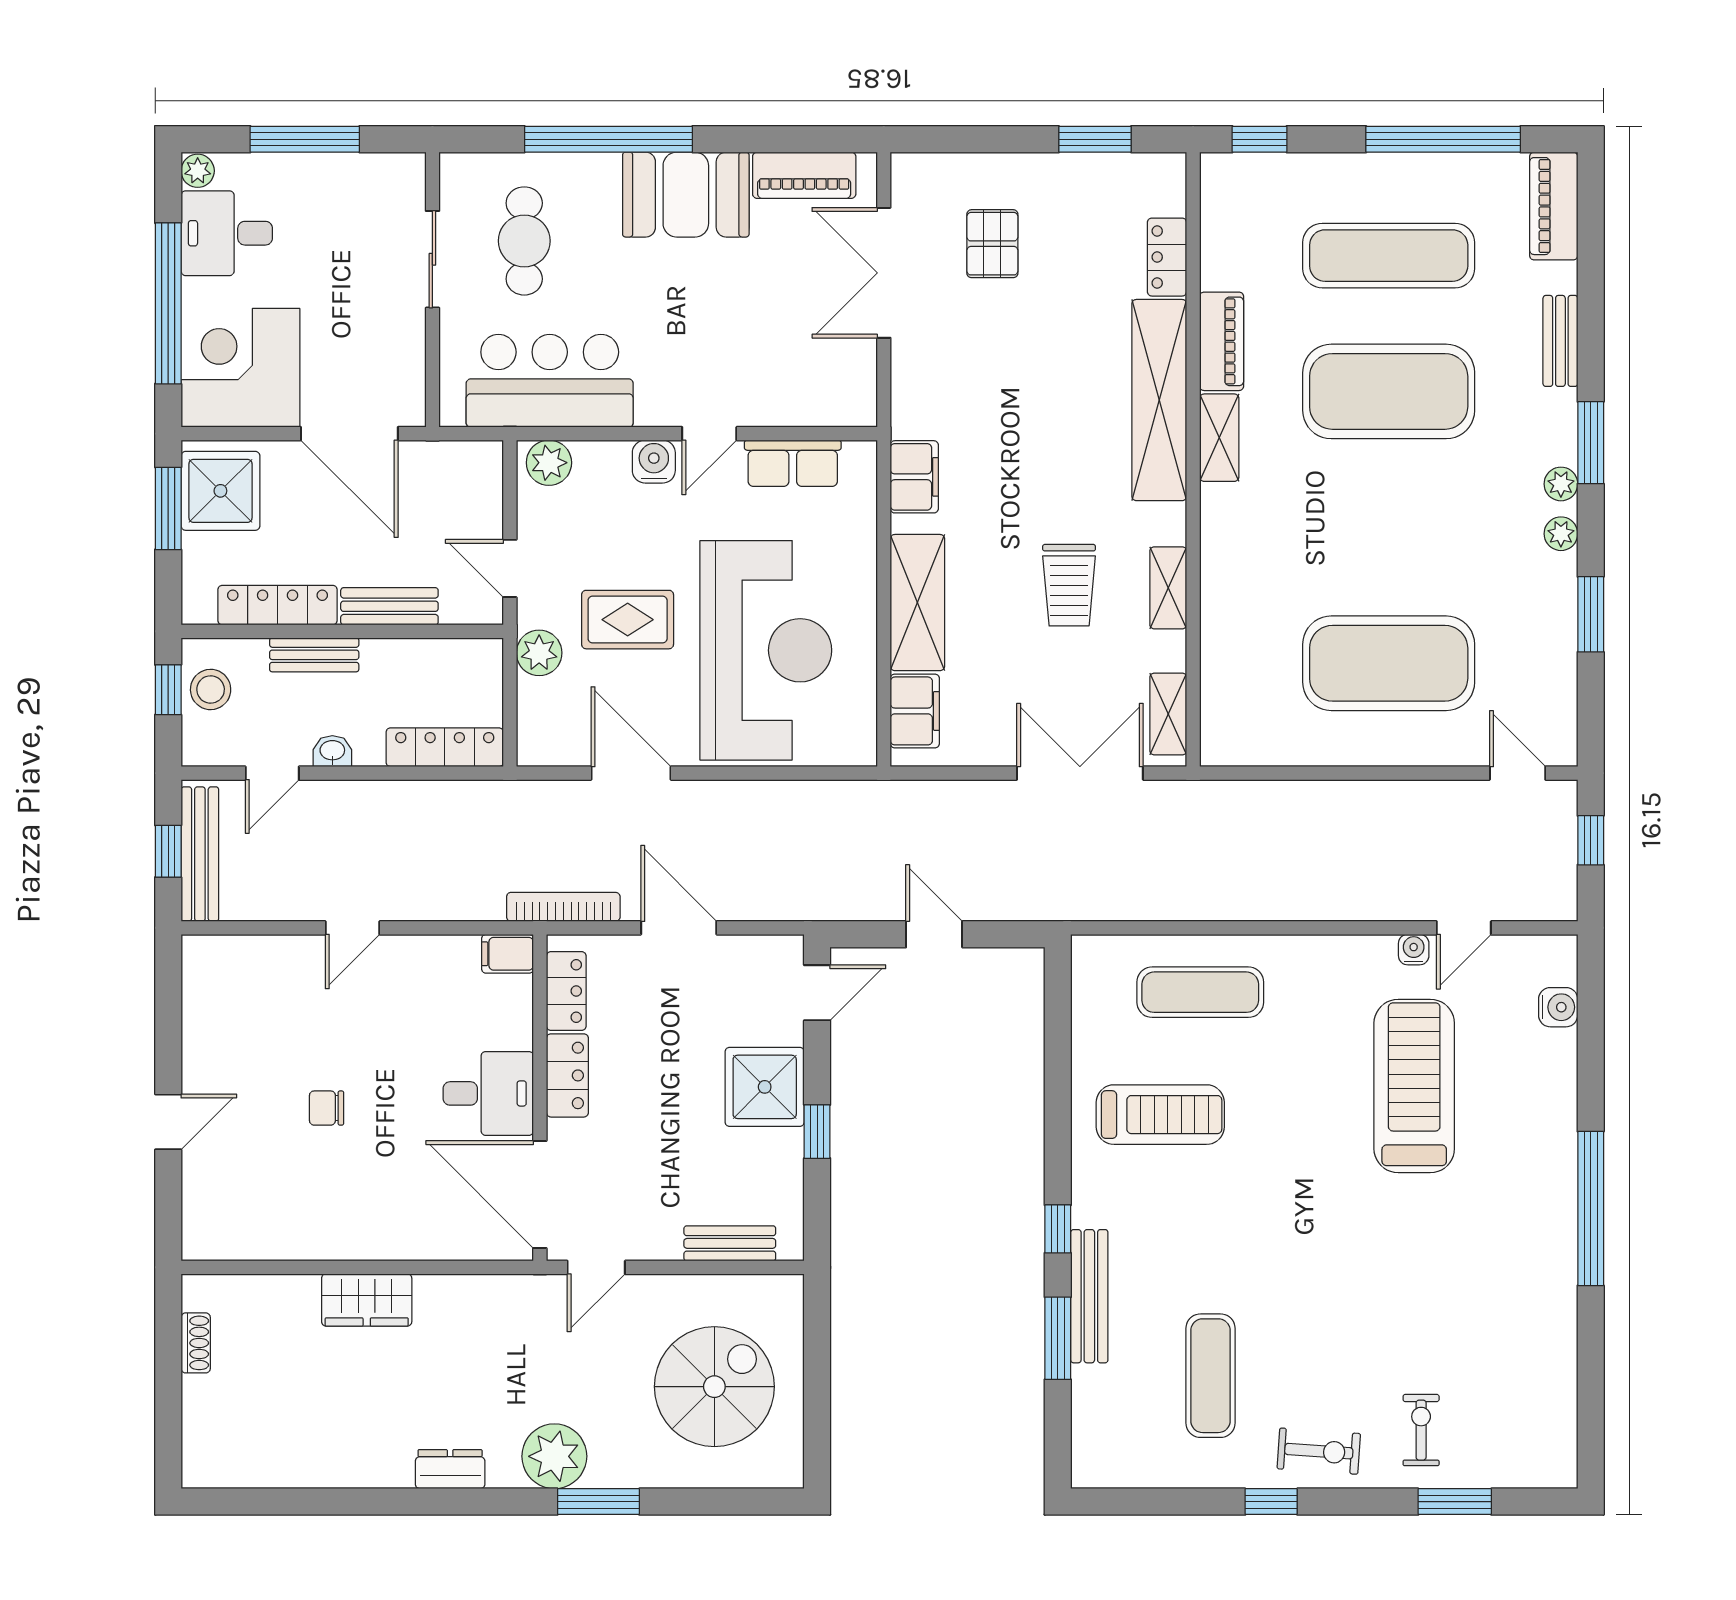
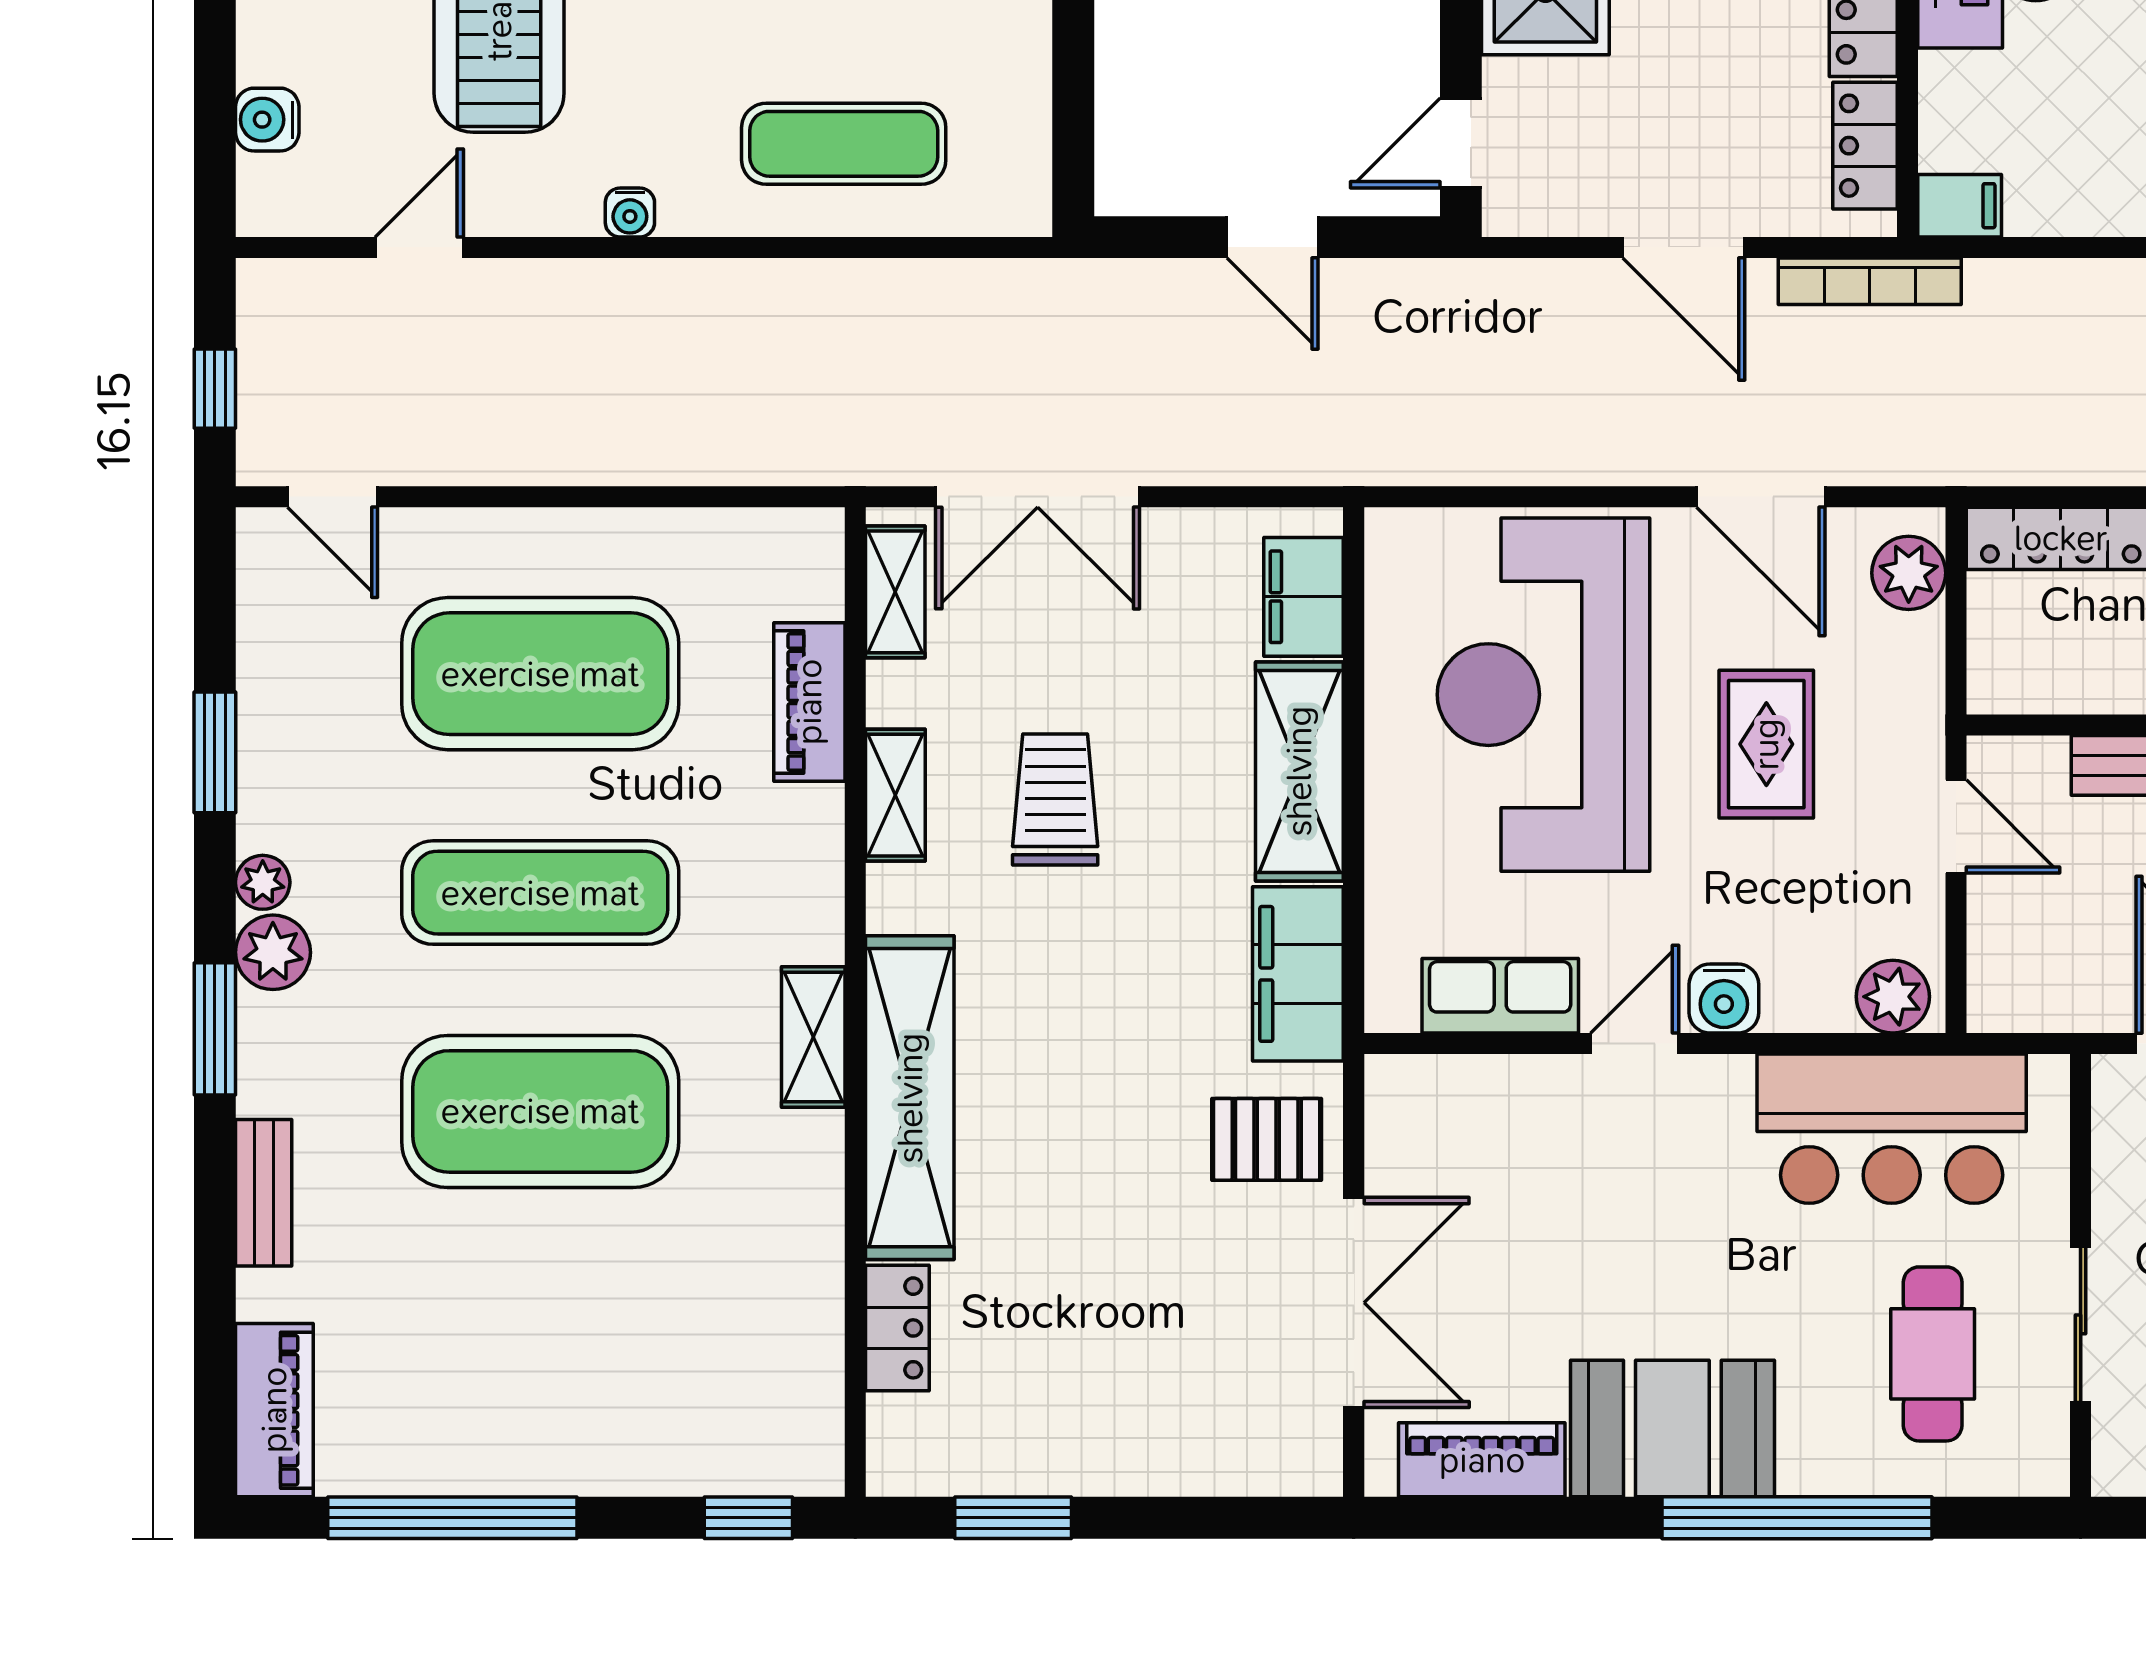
pallet: (992, 244) -> (1267, 1139), moved, turned 90
exercise mat: (1389, 256) -> (540, 893), moved
piano: (1222, 341) -> (809, 702), moved
filing cabinet: (914, 477) -> (1298, 974), width x1.50, depth x1.17
plant: (1561, 484) -> (273, 952), width x1.38, depth x1.38
rug: (628, 620) -> (1766, 744), turned 90
plant: (539, 653) -> (1909, 573), moved
water cooler: (1414, 950) -> (630, 213), moved

